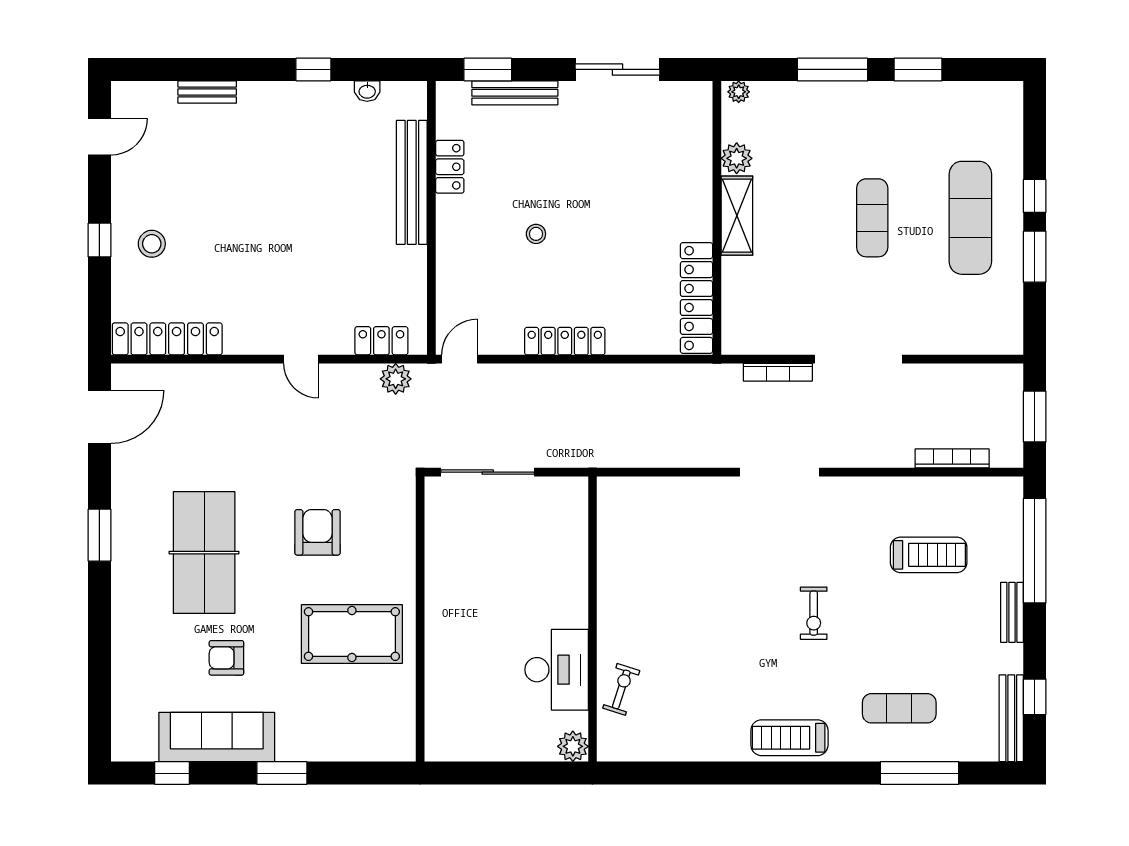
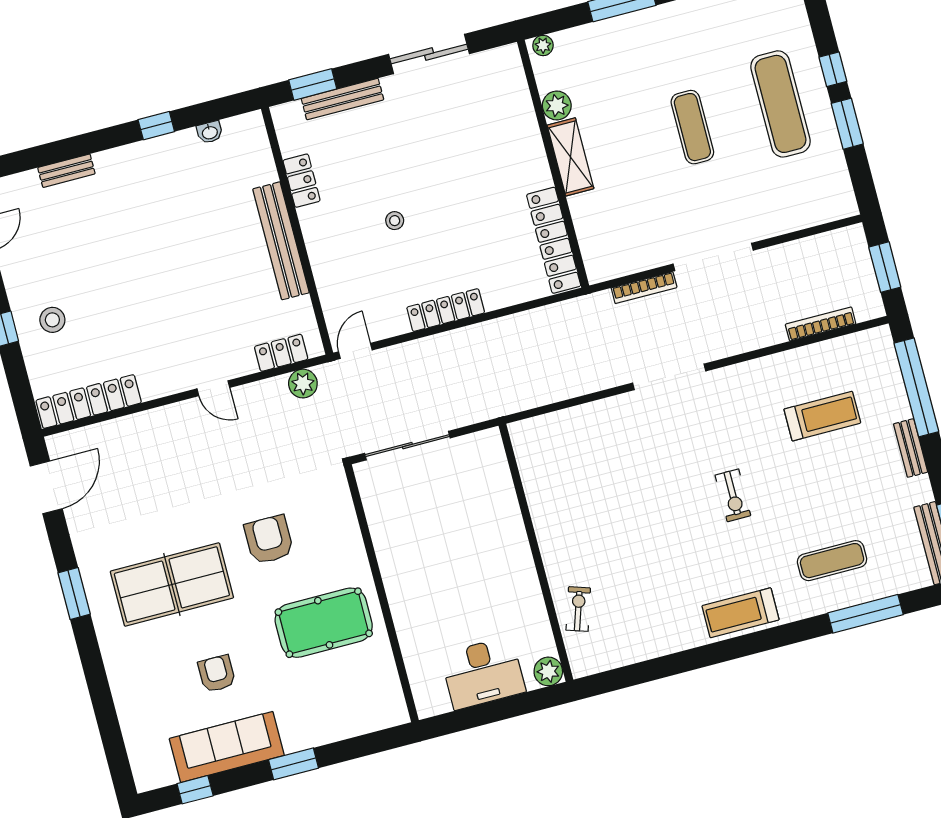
bench: (412, 182) -> (281, 241), moved
table tennis table: (204, 553) -> (172, 584), turned 90
armchair: (226, 658) -> (217, 674), turned 90
desk: (557, 670) -> (483, 673), moved, turned 90

